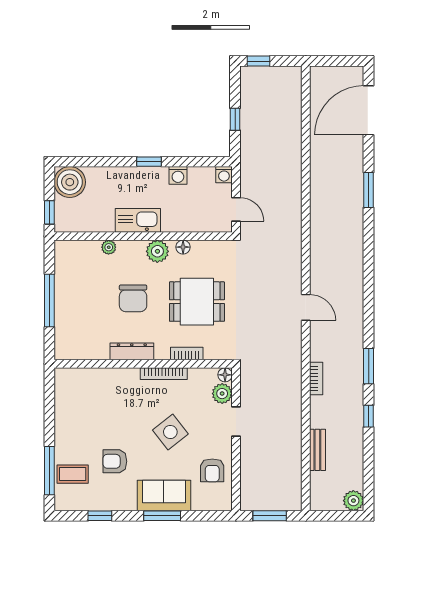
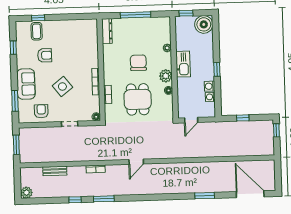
washing machine: (224, 175) -> (210, 97), moved
chair: (133, 298) -> (138, 63), turned 90
dresser: (132, 351) -> (107, 31), moved
plant: (222, 394) -> (85, 115), removed
armchair: (115, 461) -> (45, 55), turned 90
armchair: (212, 470) -> (41, 111), turned 90
window: (49, 471) -> (38, 18), width x0.46
window: (162, 516) -> (15, 101), moved

